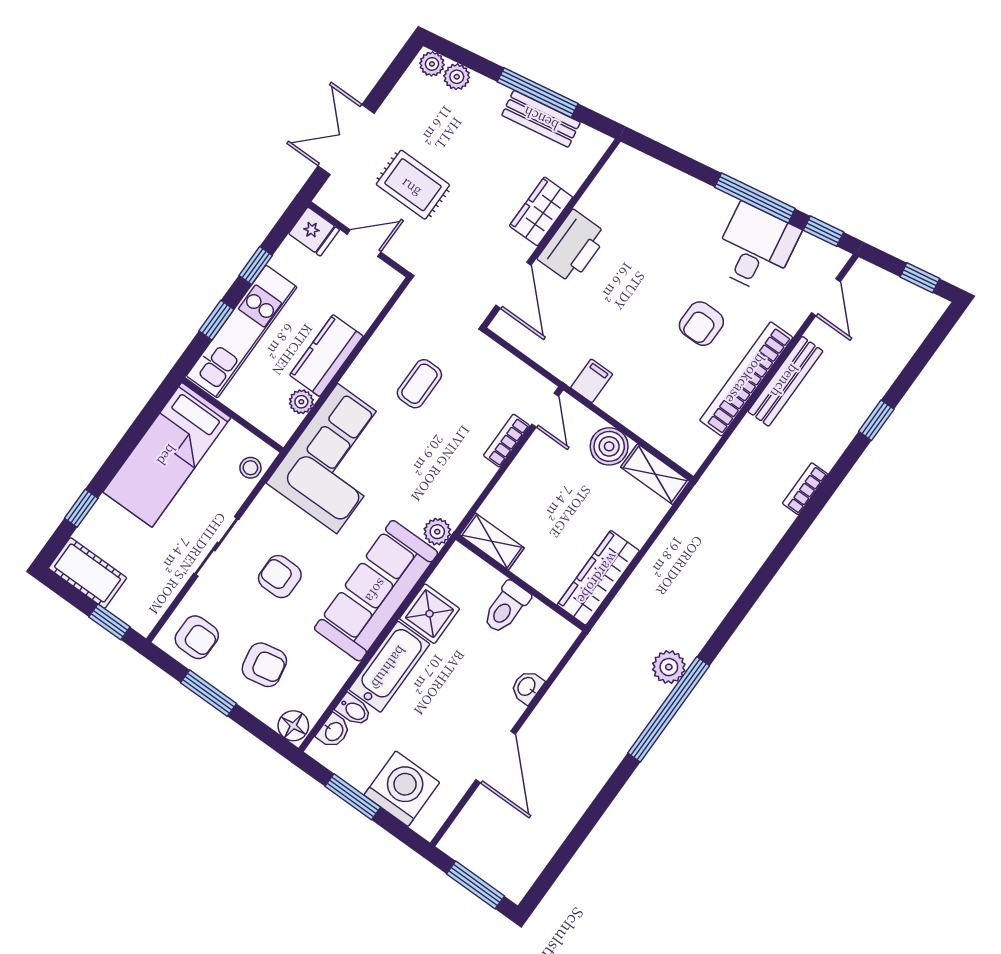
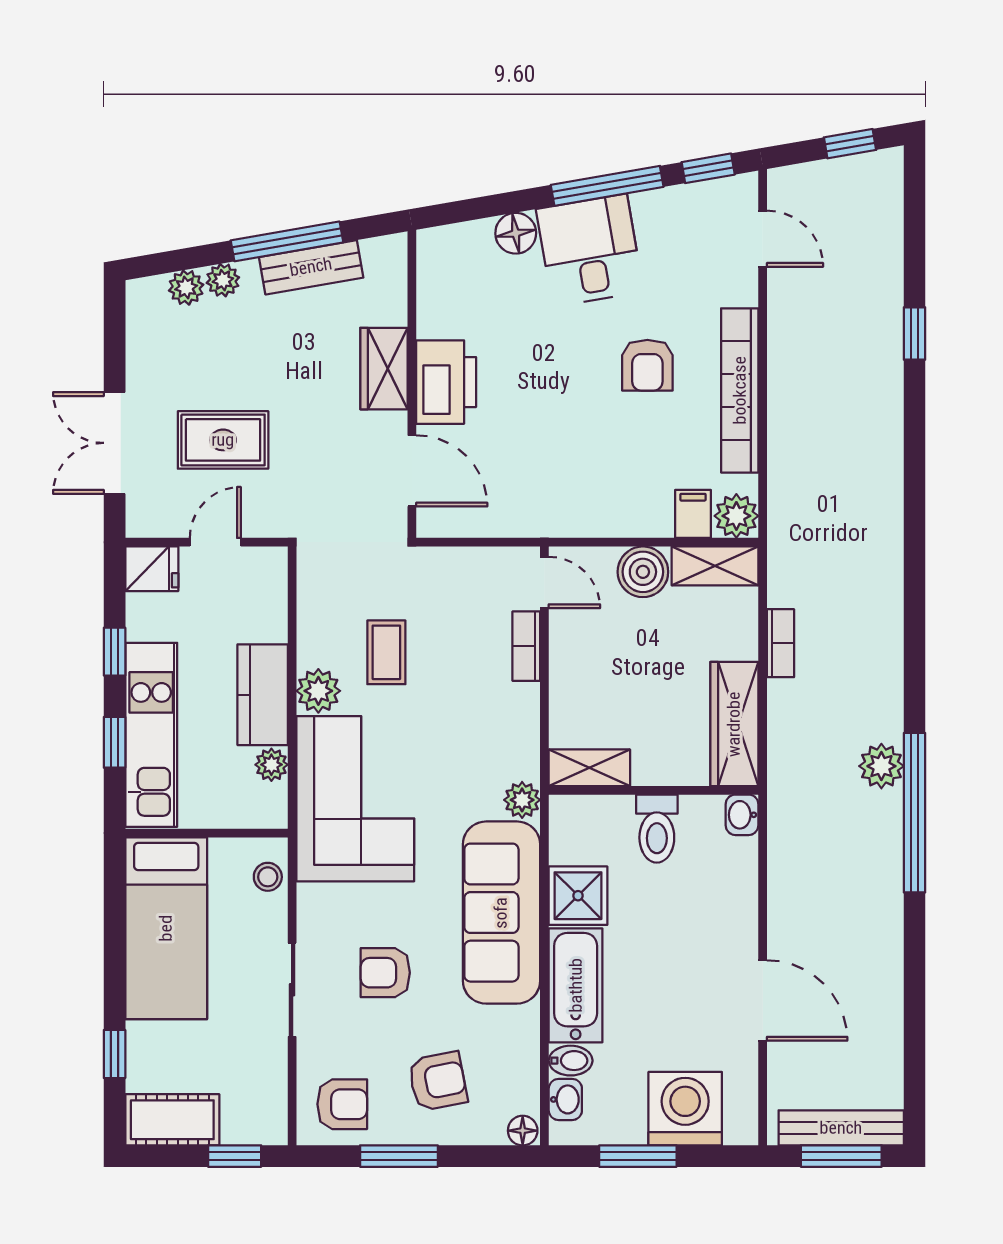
plant: (432, 64) -> (223, 280), moved
floor lamp: (679, 187) -> (516, 233), added
desk: (756, 248) -> (590, 250), moved
plant: (362, 377) -> (318, 691), added
filing cabinet: (592, 381) -> (693, 514), moved
bench: (785, 381) -> (841, 1128), moved, turned 90
plant: (690, 453) -> (736, 516), added
bookcase: (805, 489) -> (781, 643), moved, turned 180
washbasin: (527, 687) -> (742, 815), moved
floor lamp: (293, 726) -> (523, 1131), width x0.73, depth x0.73

